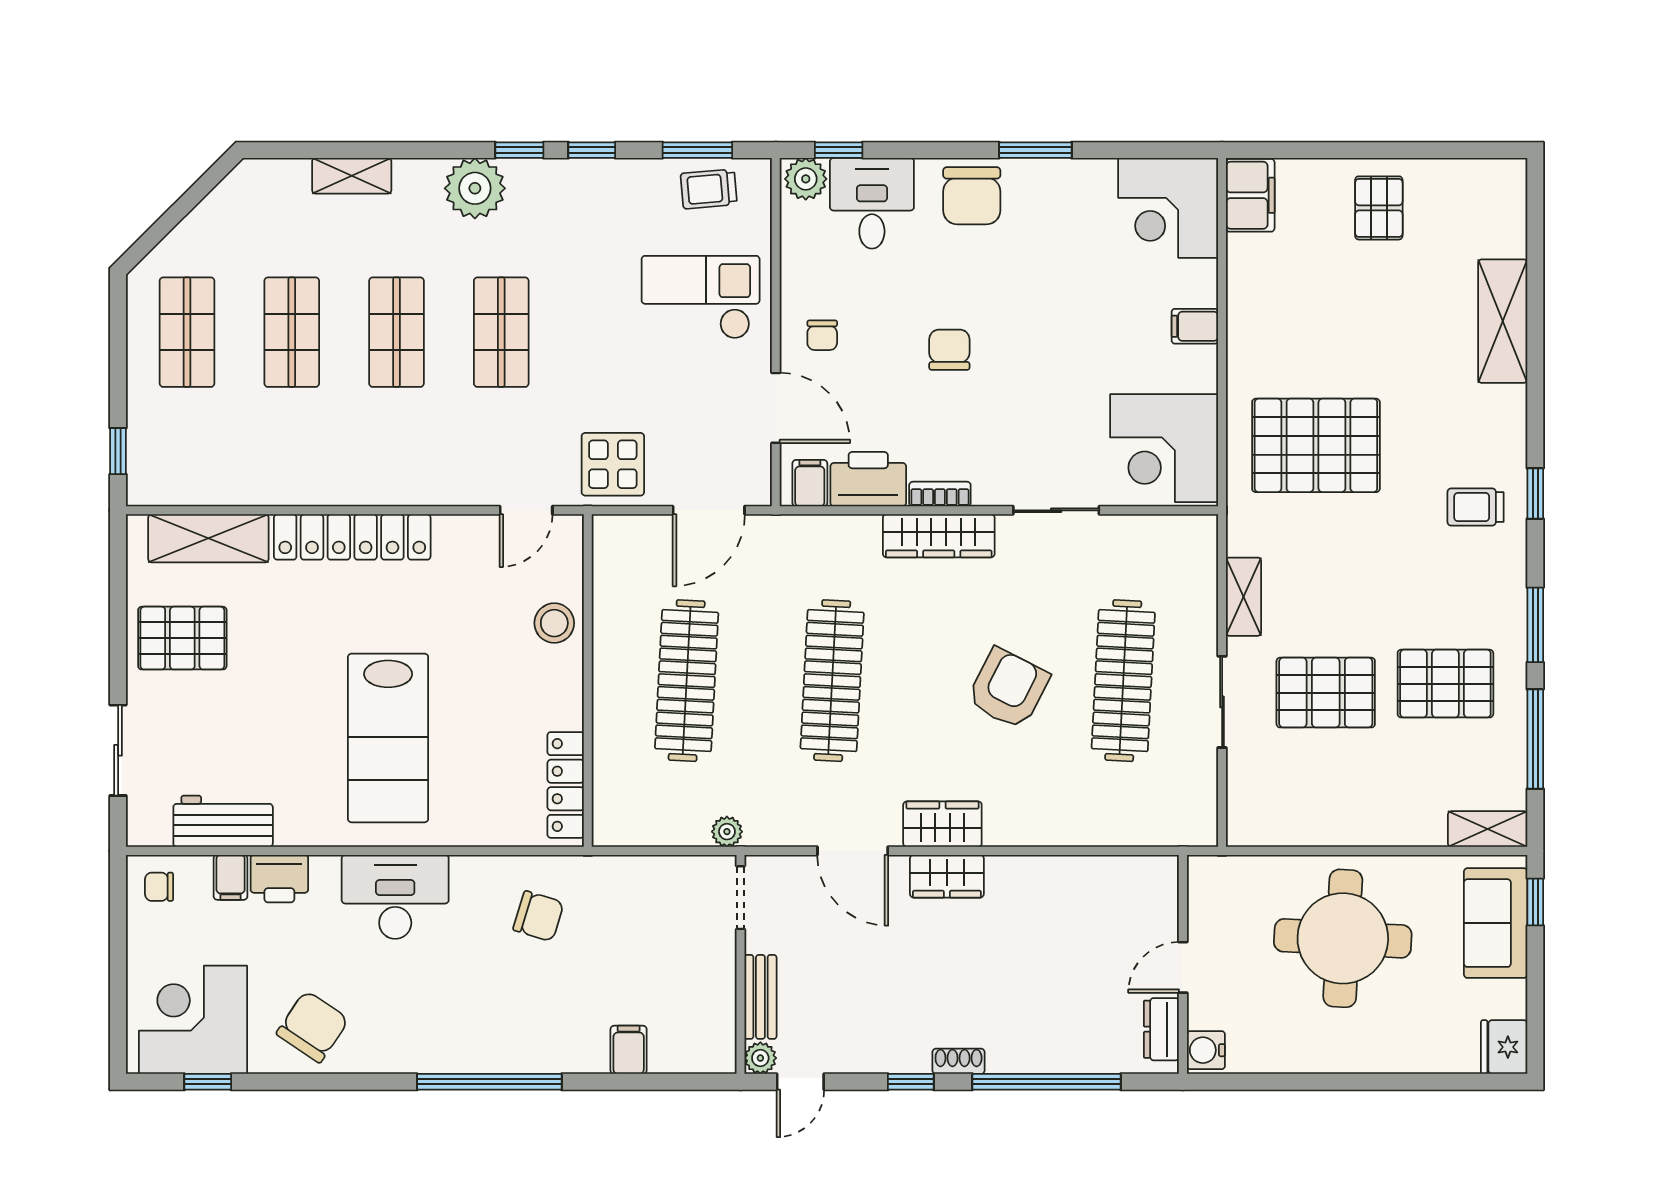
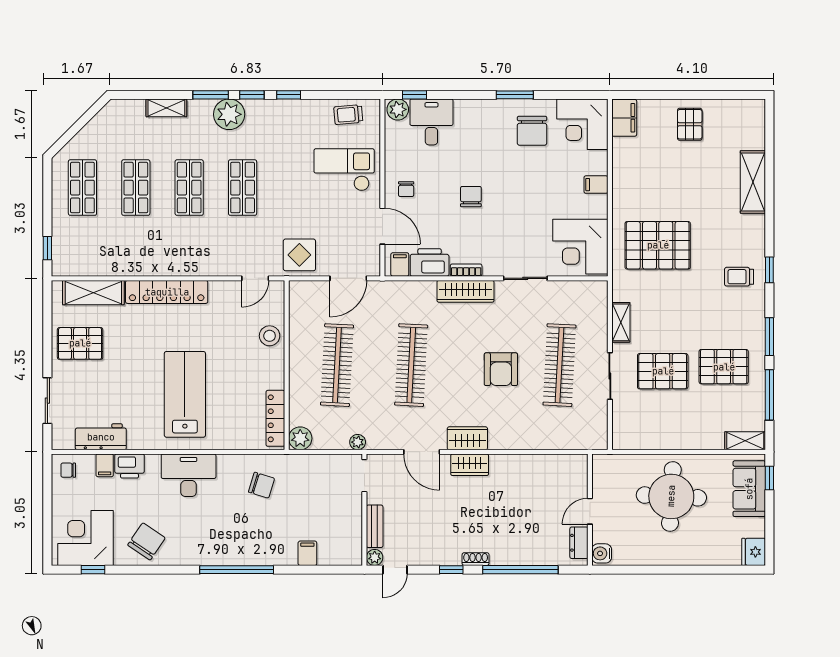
window: (697, 150) -> (211, 95), moved
chair: (972, 196) -> (532, 131), moved
armchair: (1008, 689) -> (501, 369), turned 153
lab bench: (388, 738) -> (185, 394), turned 180
plant: (614, 824) -> (300, 438), added

